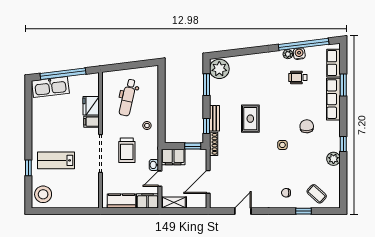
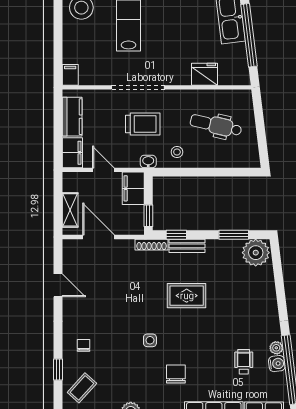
filing cabinet: (91, 122) -> (70, 75), moved
chair: (307, 126) -> (176, 374), turned -87
trolley: (127, 150) -> (143, 124), turned 180
washbasin: (154, 165) -> (148, 162), moved
shelving: (174, 202) -> (70, 210), moved

